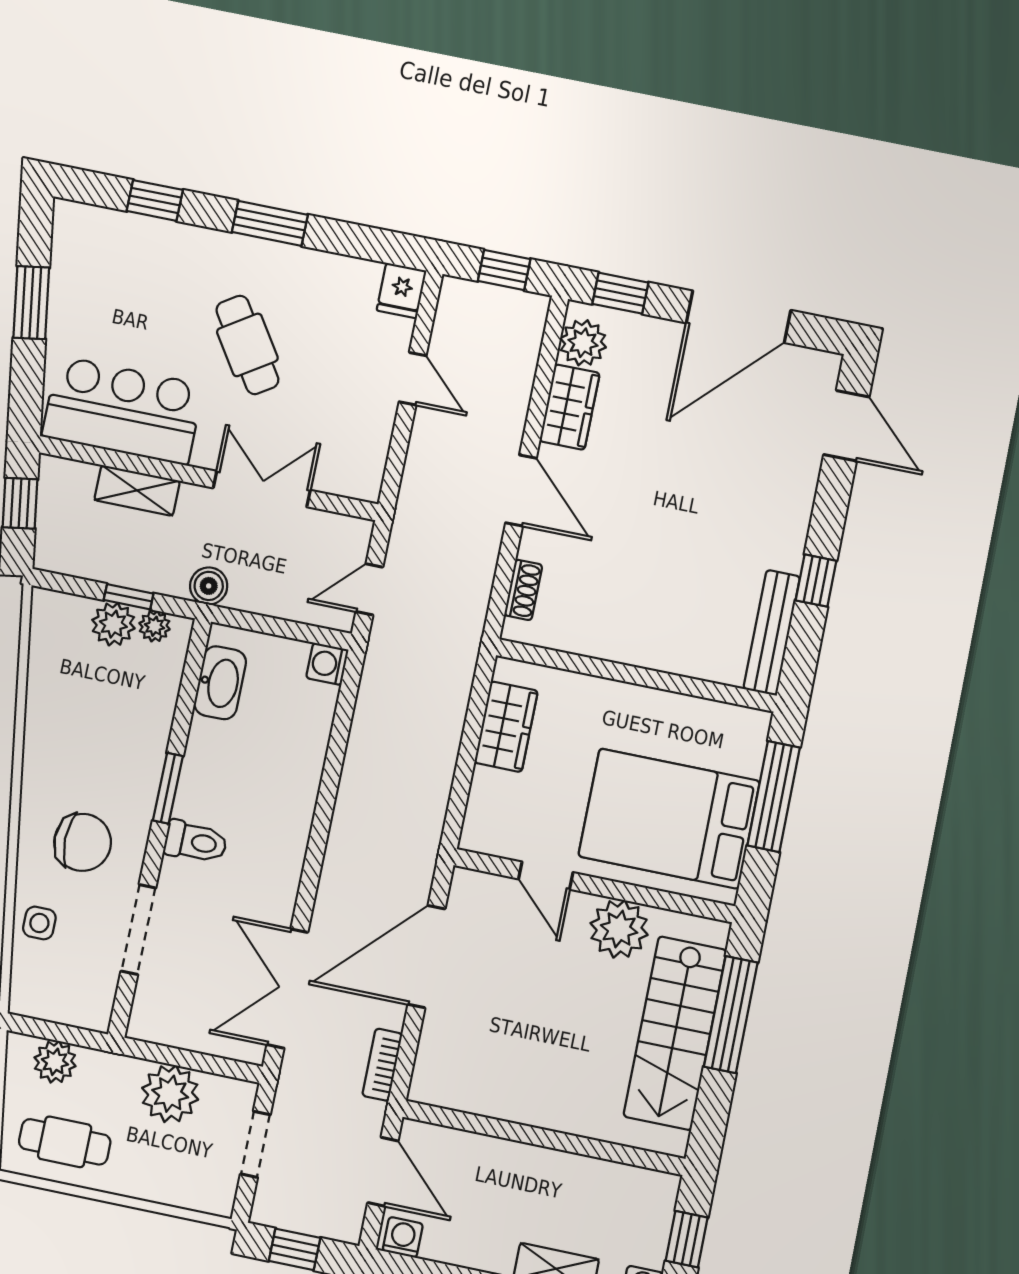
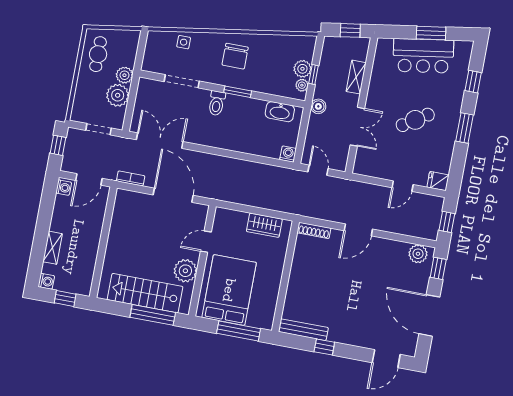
wardrobe: (570, 407) -> (392, 249), removed
bar counter: (123, 411) -> (423, 56), moved, turned 81
shoe rack: (523, 590) -> (314, 230), width x1.43
chair: (83, 842) -> (235, 56), moved
plant: (55, 1062) -> (124, 75), moved

